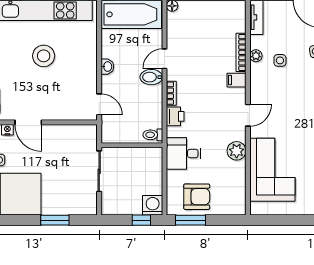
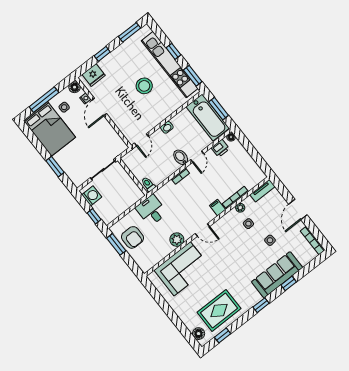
door: (164, 59) -> (197, 157), swing flipped
printer: (175, 116) -> (220, 148), moved
washing machine: (153, 205) -> (92, 196), moved

